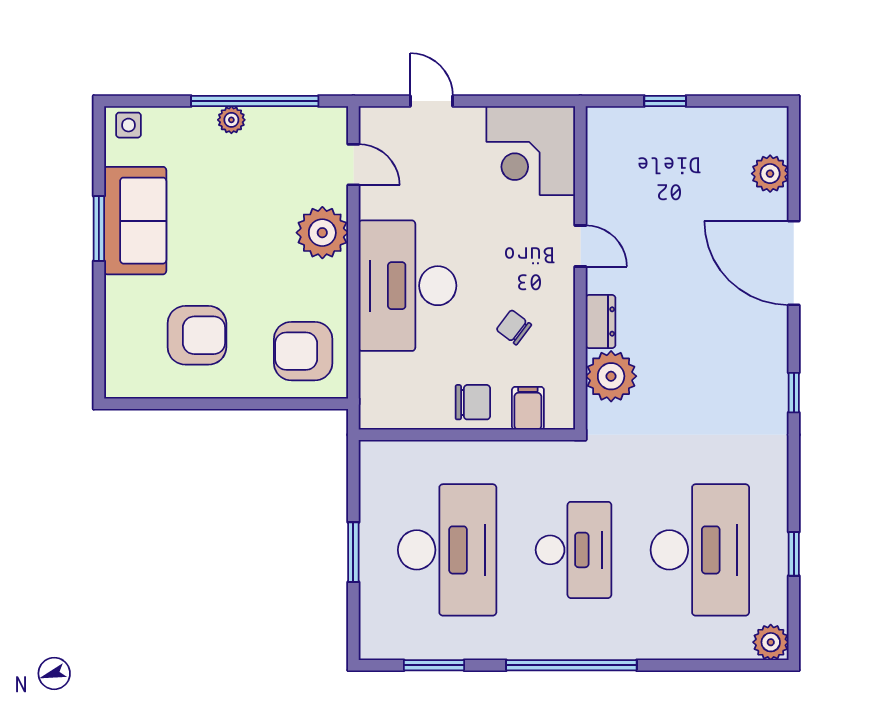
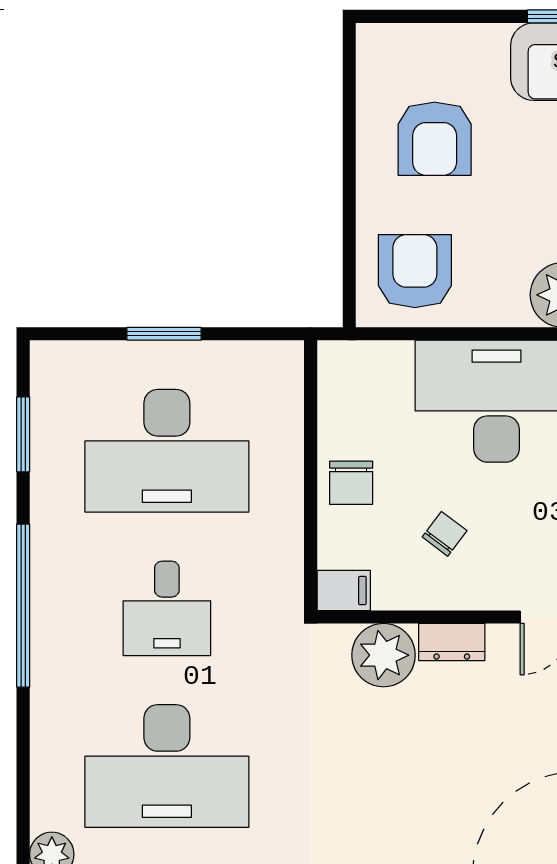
filing cabinet: (528, 408) -> (344, 590), moved
desk: (574, 550) -> (167, 608), width x0.73

